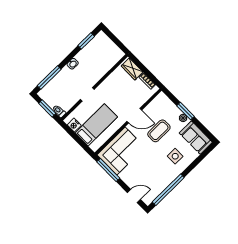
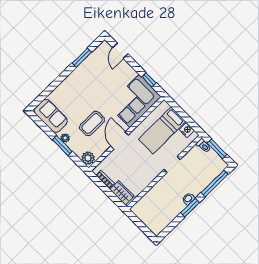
window: (86, 41) -> (190, 208), moved
plant: (163, 100) -> (88, 158), added
door: (134, 116) -> (120, 141), hinge flipped
side table: (175, 156) -> (74, 95), removed
window: (108, 170) -> (149, 80), width x0.46
window: (168, 190) -> (82, 58), width x0.47
door: (134, 196) -> (120, 51), hinge flipped

